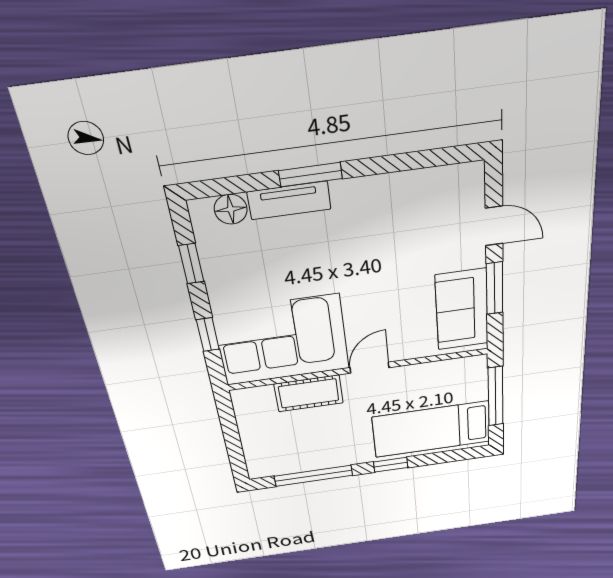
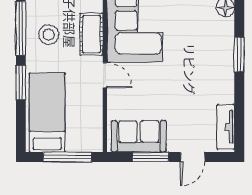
tv unit: (289, 200) -> (226, 127), moved
stool: (318, 444) -> (49, 35), added
window: (391, 465) -> (21, 83), width x1.50

